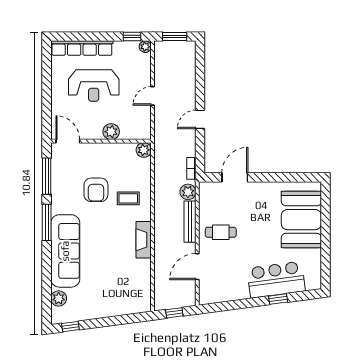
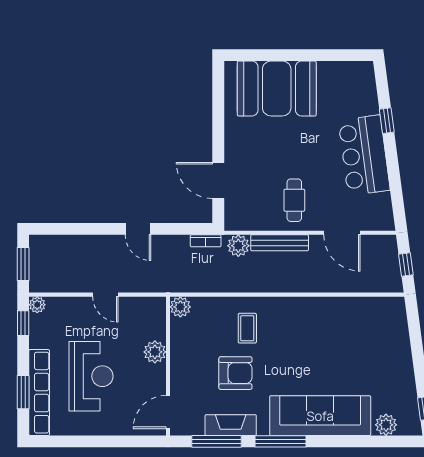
window: (82, 37) -> (23, 392), added
fireplace: (144, 240) -> (231, 425), moved, turned 180
bar counter: (276, 280) -> (364, 155), moved

